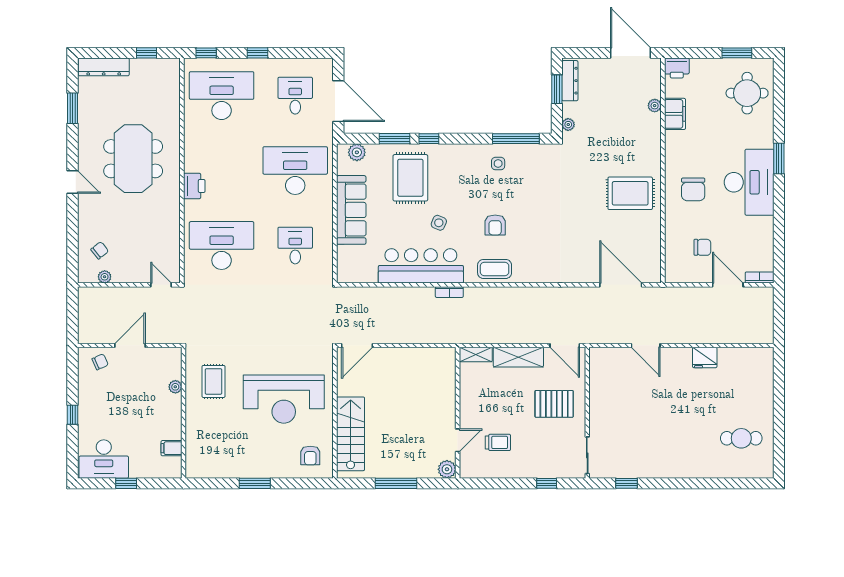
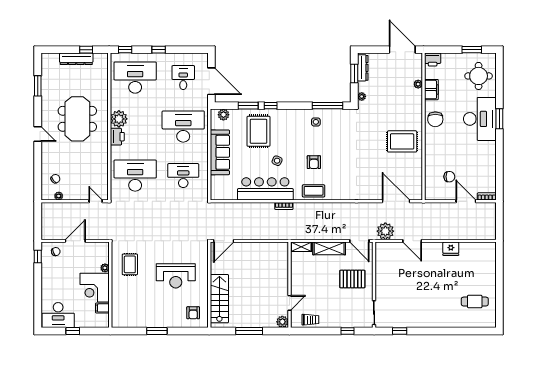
dresser: (104, 67) -> (76, 59), moved
plant: (197, 159) -> (119, 119), added
desk: (749, 182) -> (480, 119), moved
chair: (693, 189) -> (435, 119), moved
desk: (295, 246) -> (183, 176), width x1.37
plant: (604, 331) -> (385, 231), added
reception desk: (284, 399) -> (176, 276), width x0.74, depth x0.77
window: (73, 415) -> (38, 257), moved
corner desk: (160, 417) -> (95, 288), added
trolley: (498, 442) -> (310, 320), moved

